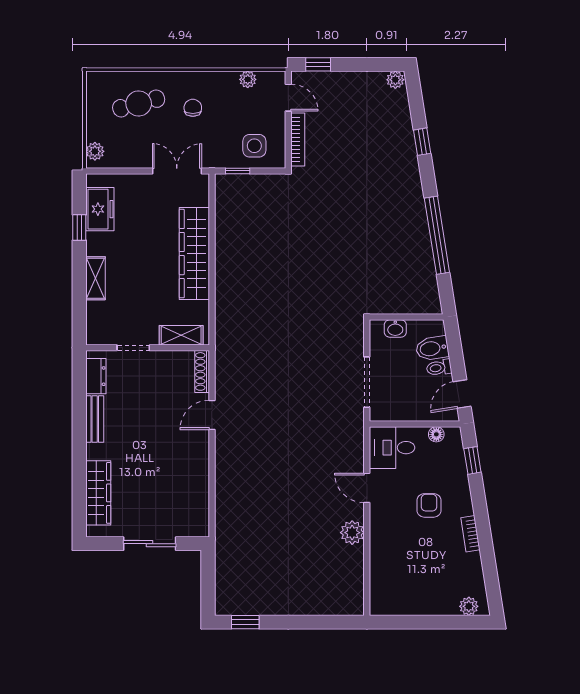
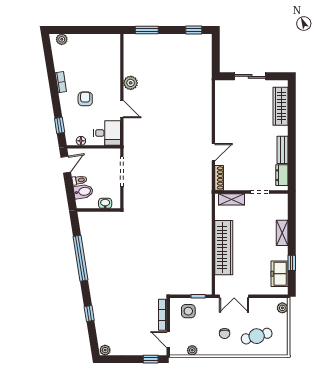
armchair: (429, 505) -> (85, 99), turned 180
window: (325, 622) -> (147, 30), added

